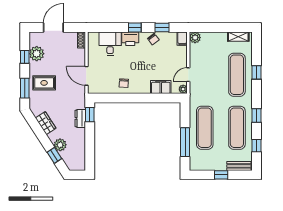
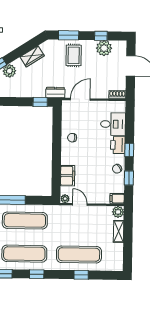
shelving: (238, 37) -> (119, 231), moved
dresser: (80, 118) -> (55, 92), moved

